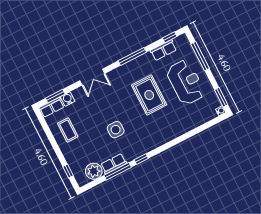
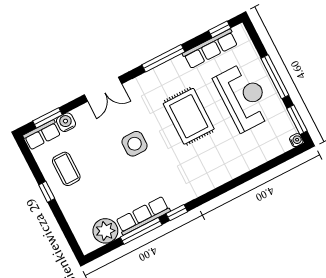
row of seats: (163, 50) -> (210, 49), width x1.48
window: (200, 56) -> (275, 77), moved
side table: (116, 130) -> (135, 144), moved
row of seats: (114, 164) -> (143, 216), width x1.48
window: (68, 171) -> (47, 192), moved

